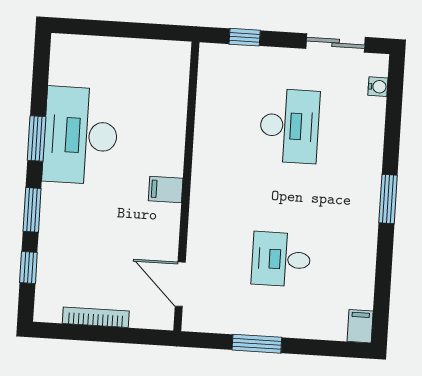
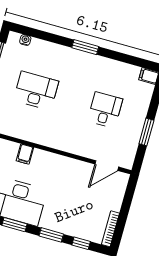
filing cabinet: (166, 190) -> (25, 154), moved
desk: (281, 259) -> (105, 110), turned 180
bookcase: (96, 317) -> (110, 229), moved

